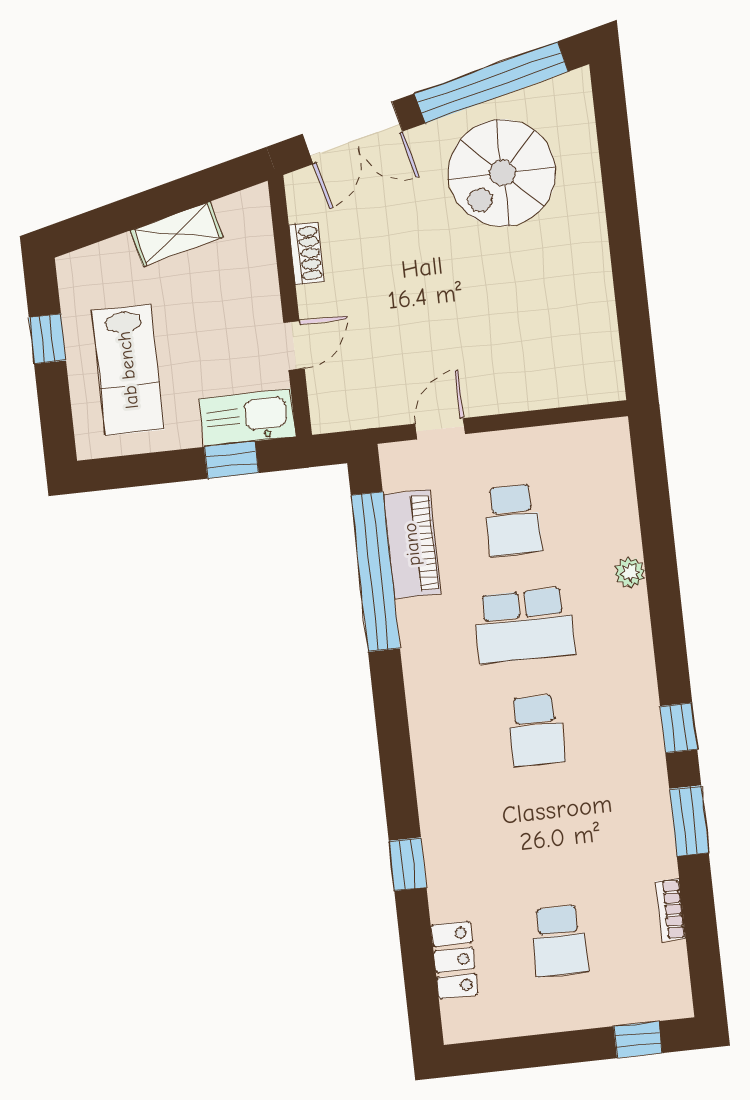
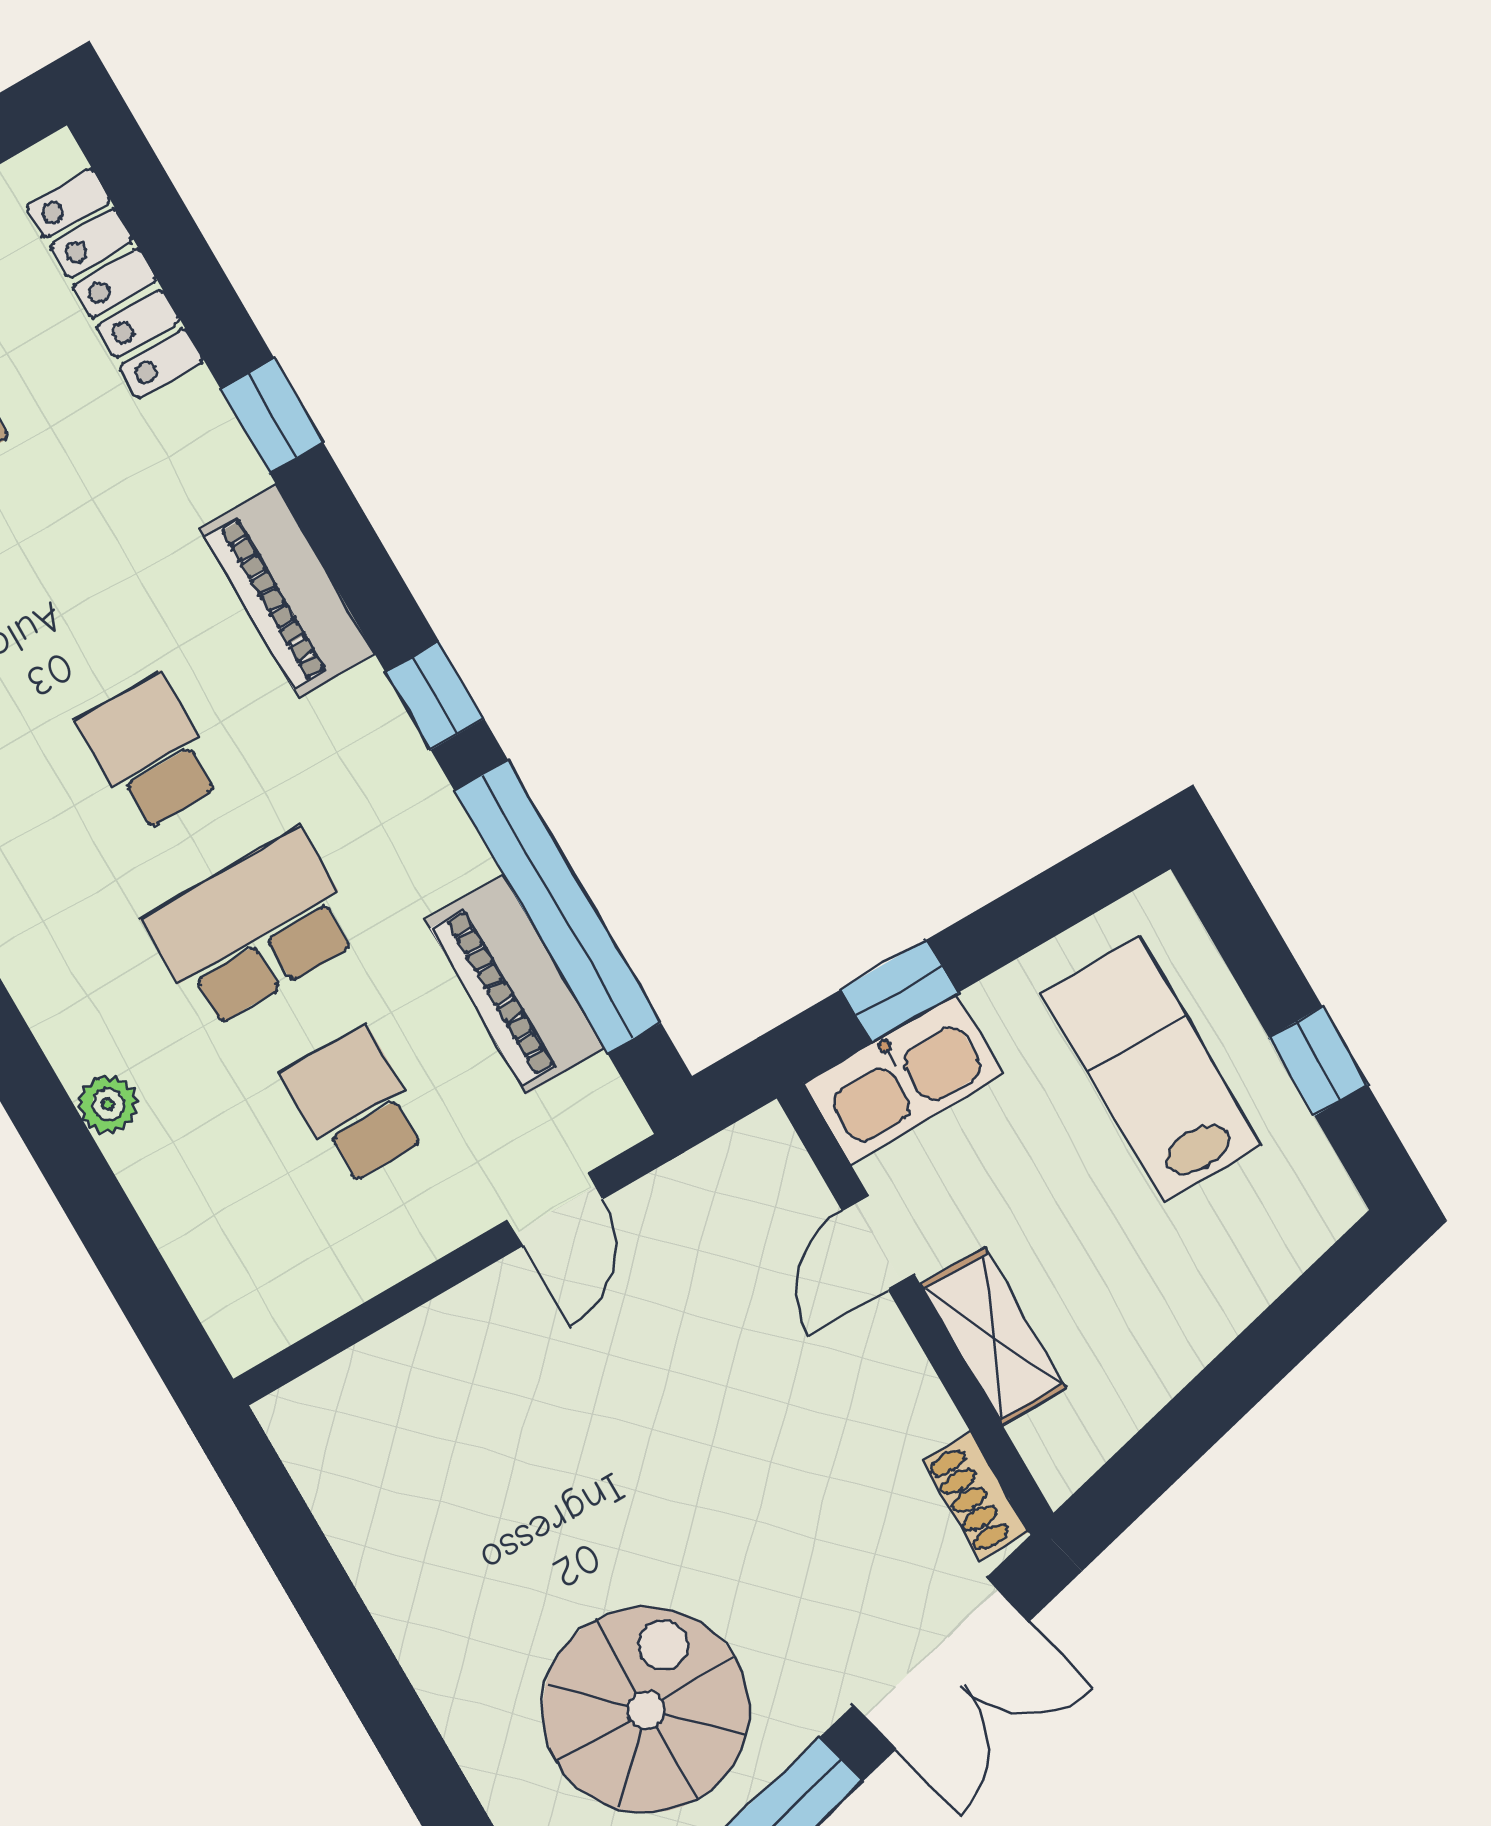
double door: (353, 133) -> (941, 1663), swing flipped
shelving: (176, 234) -> (993, 1336), moved, turned -76
shoe rack: (307, 253) -> (976, 1496), moved
window: (389, 697) -> (435, 696), added
piano: (437, 778) -> (287, 591), added
locker: (454, 960) -> (115, 283), width x1.53

